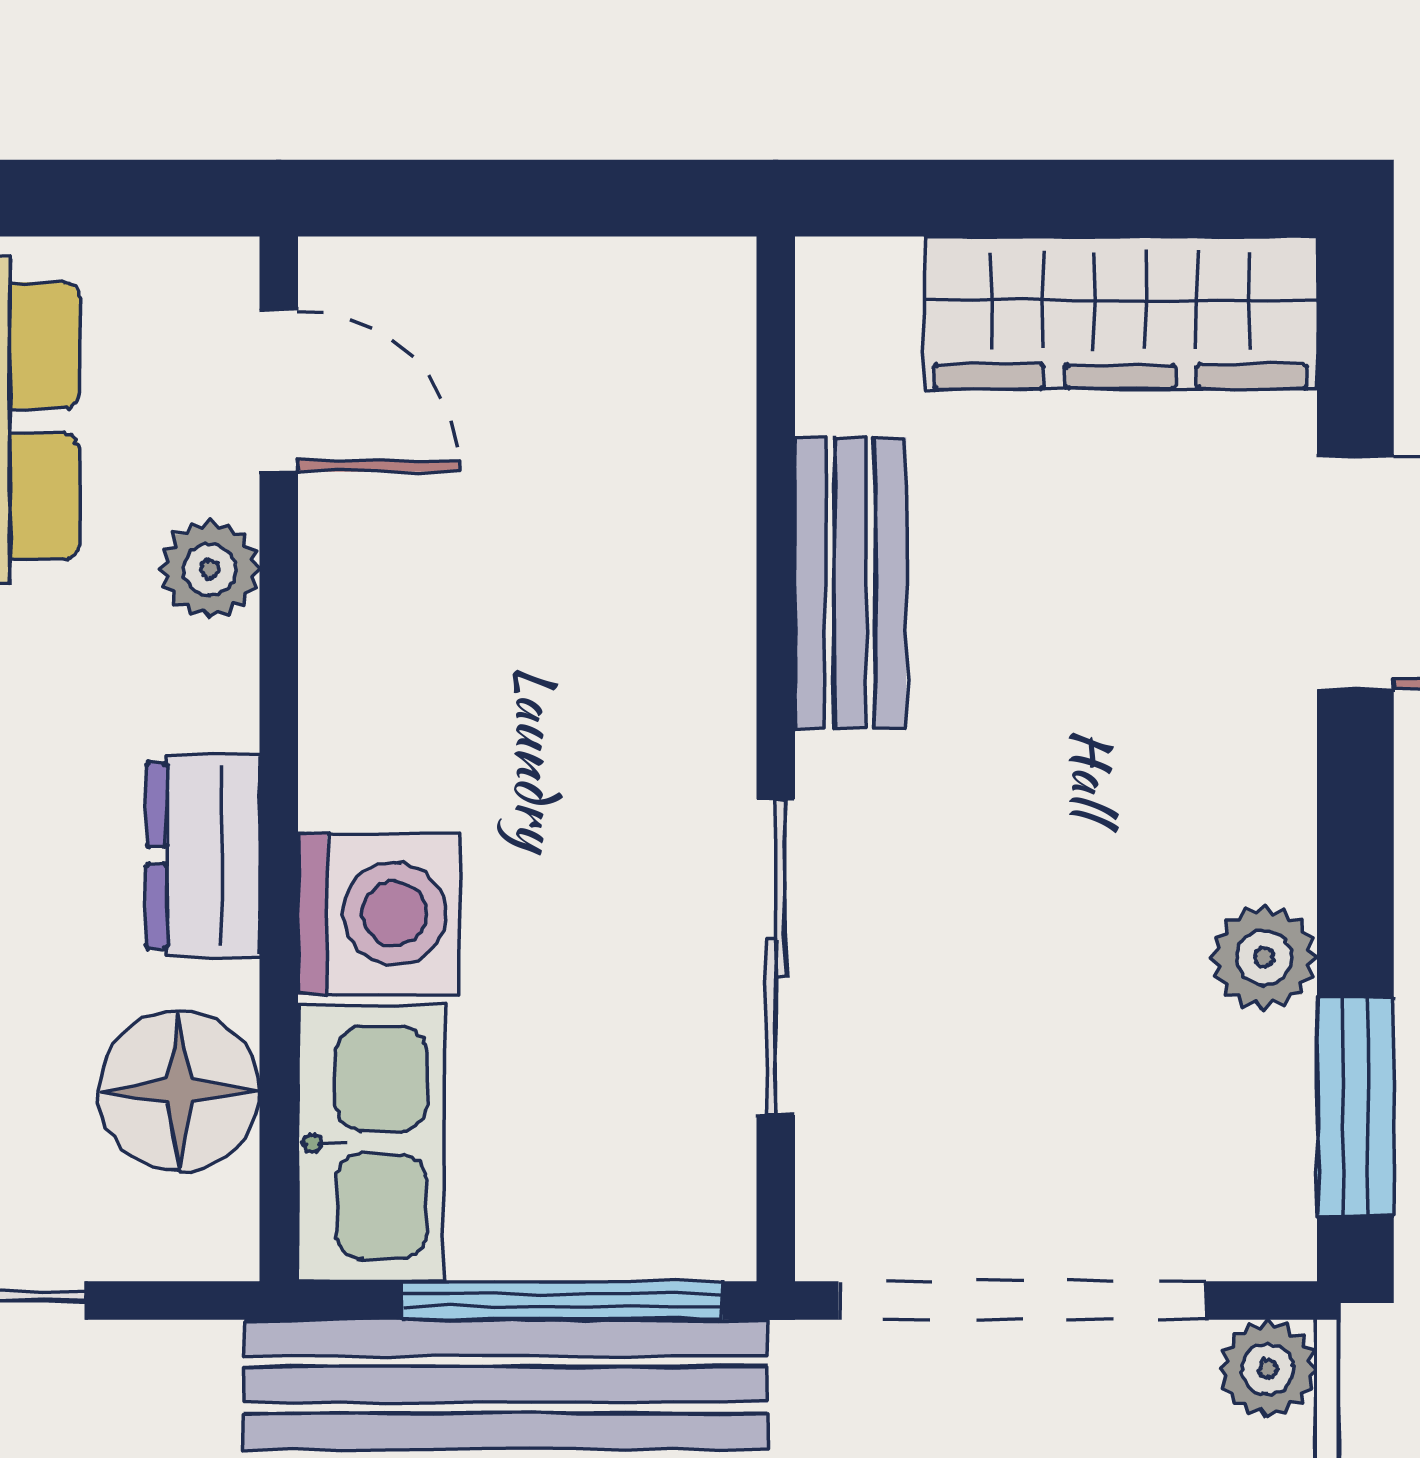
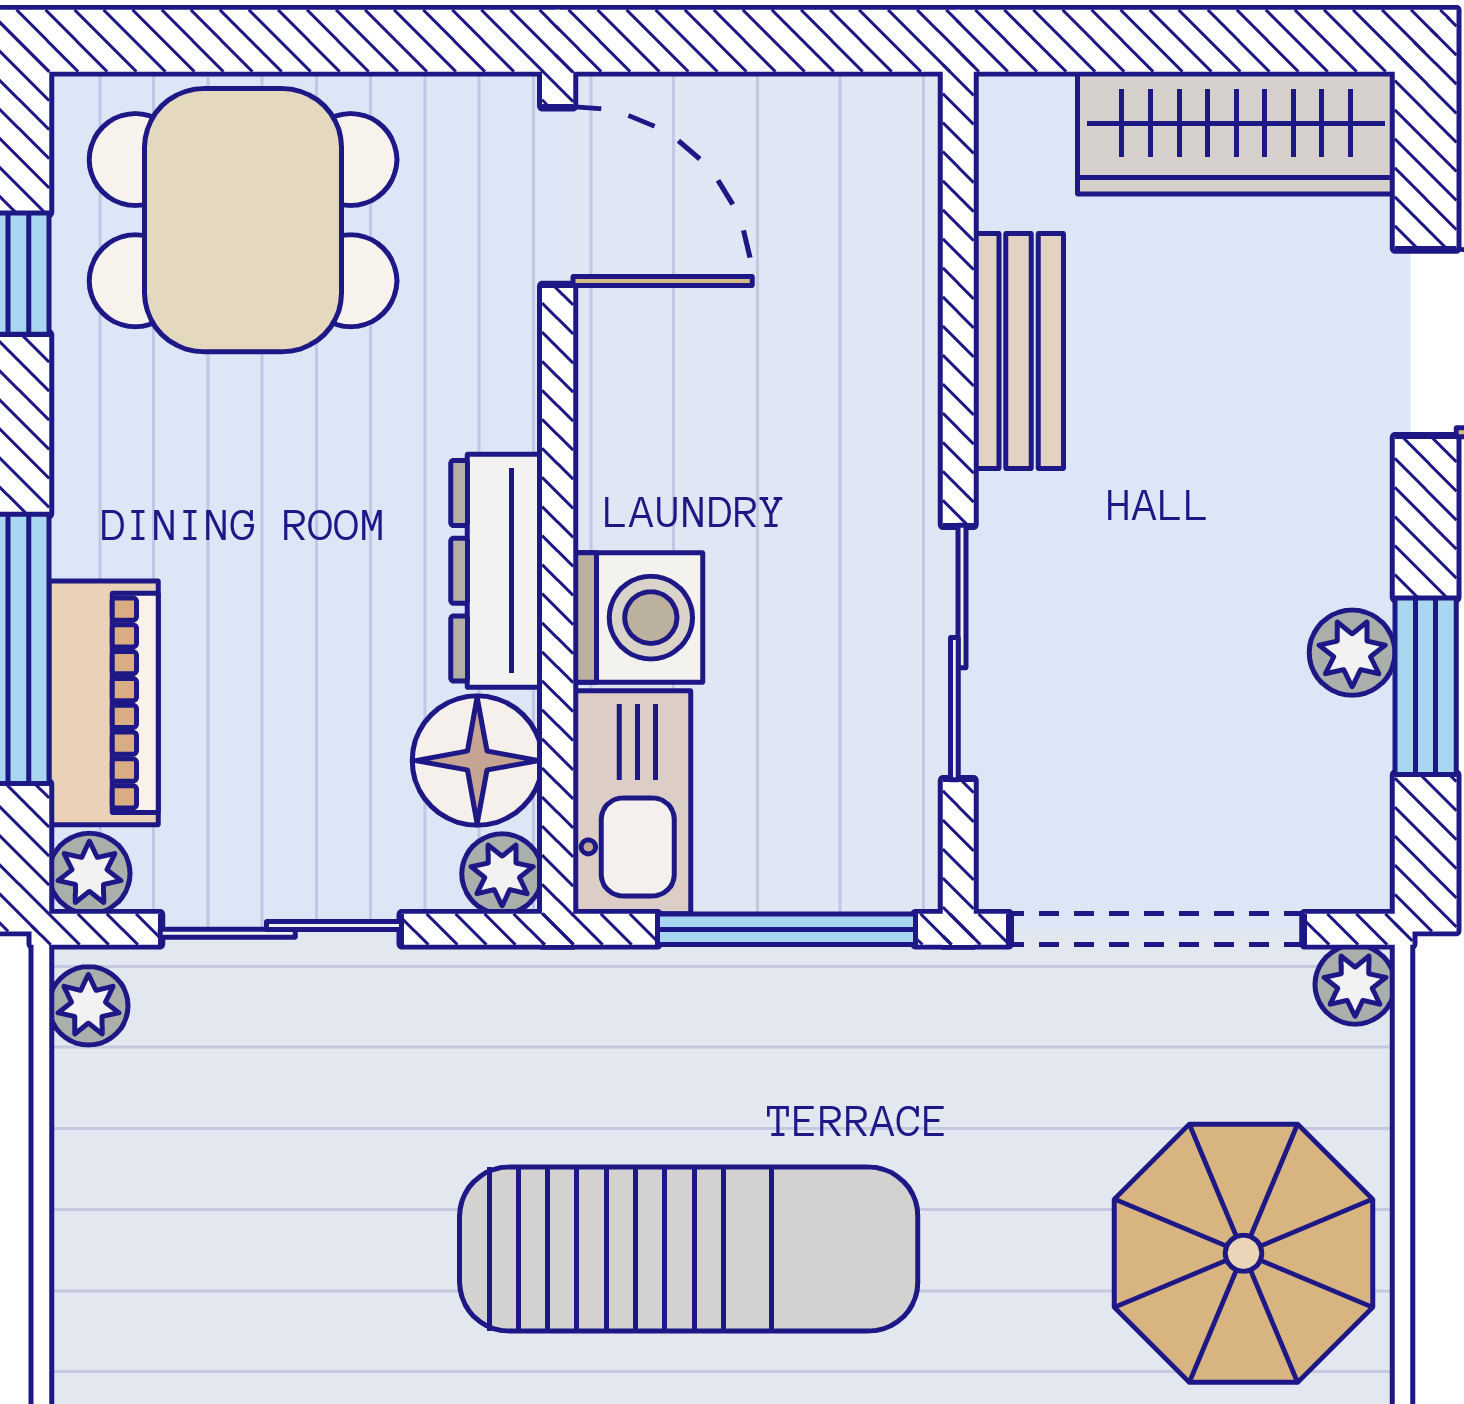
door: (279, 391) -> (558, 196), width x1.38
plant: (210, 569) -> (502, 874), moved
dresser: (203, 856) -> (497, 571), width x1.44
window: (1355, 1106) -> (1426, 686), moved
bench: (506, 1385) -> (741, 997), removed

